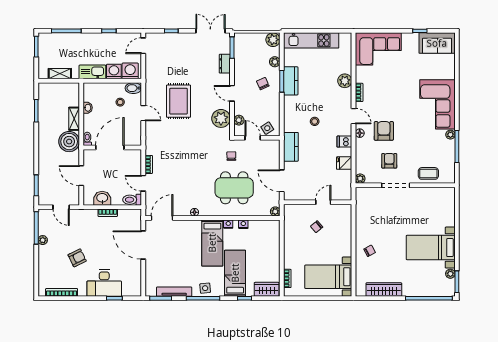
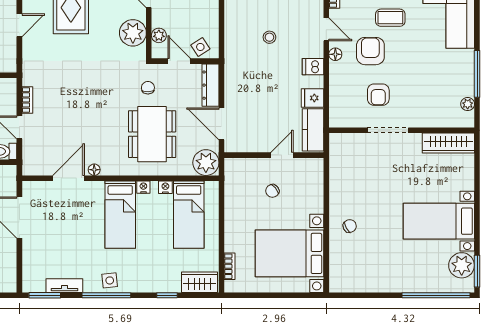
door: (143, 113) -> (19, 25), hinge flipped
plant: (450, 135) -> (468, 104), moved
kitchen counter: (291, 147) -> (313, 130), moved, turned 180
dresser: (274, 154) -> (211, 85), added
armchair: (389, 161) -> (378, 95), turned 180
coffee table: (428, 173) -> (390, 18), moved
plant: (360, 179) -> (336, 121), removed
dining table: (234, 188) -> (152, 134), turned 90
plant: (275, 211) -> (206, 163), width x1.87, depth x1.87
door: (162, 218) -> (68, 178), moved
bed: (235, 273) -> (189, 215), moved, turned 180
plant: (450, 274) -> (462, 265), width x1.88, depth x1.88
bed with nightstands: (328, 277) -> (289, 253), width x1.36
wardrobe: (384, 290) -> (448, 143), moved, turned 180
tv unit: (174, 292) -> (64, 286), width x0.71

